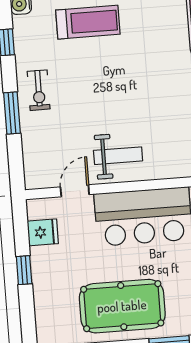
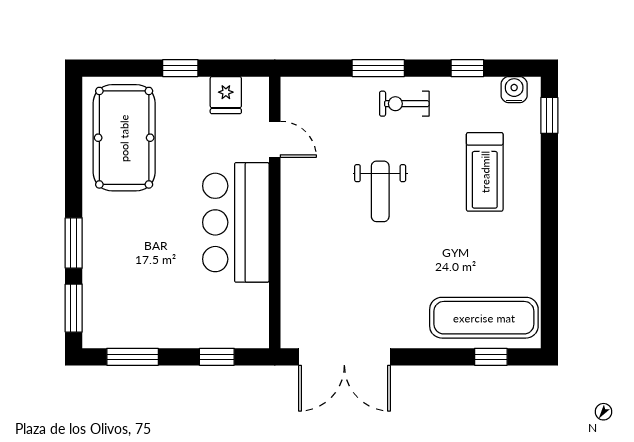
weight bench: (118, 156) -> (380, 191), moved
pool table: (122, 306) -> (124, 138), moved

